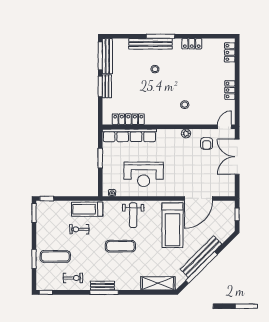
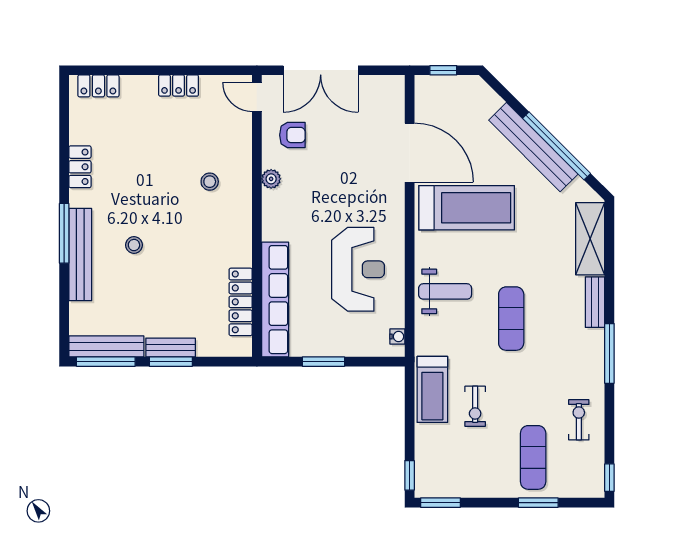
bench: (102, 286) -> (595, 302), moved

